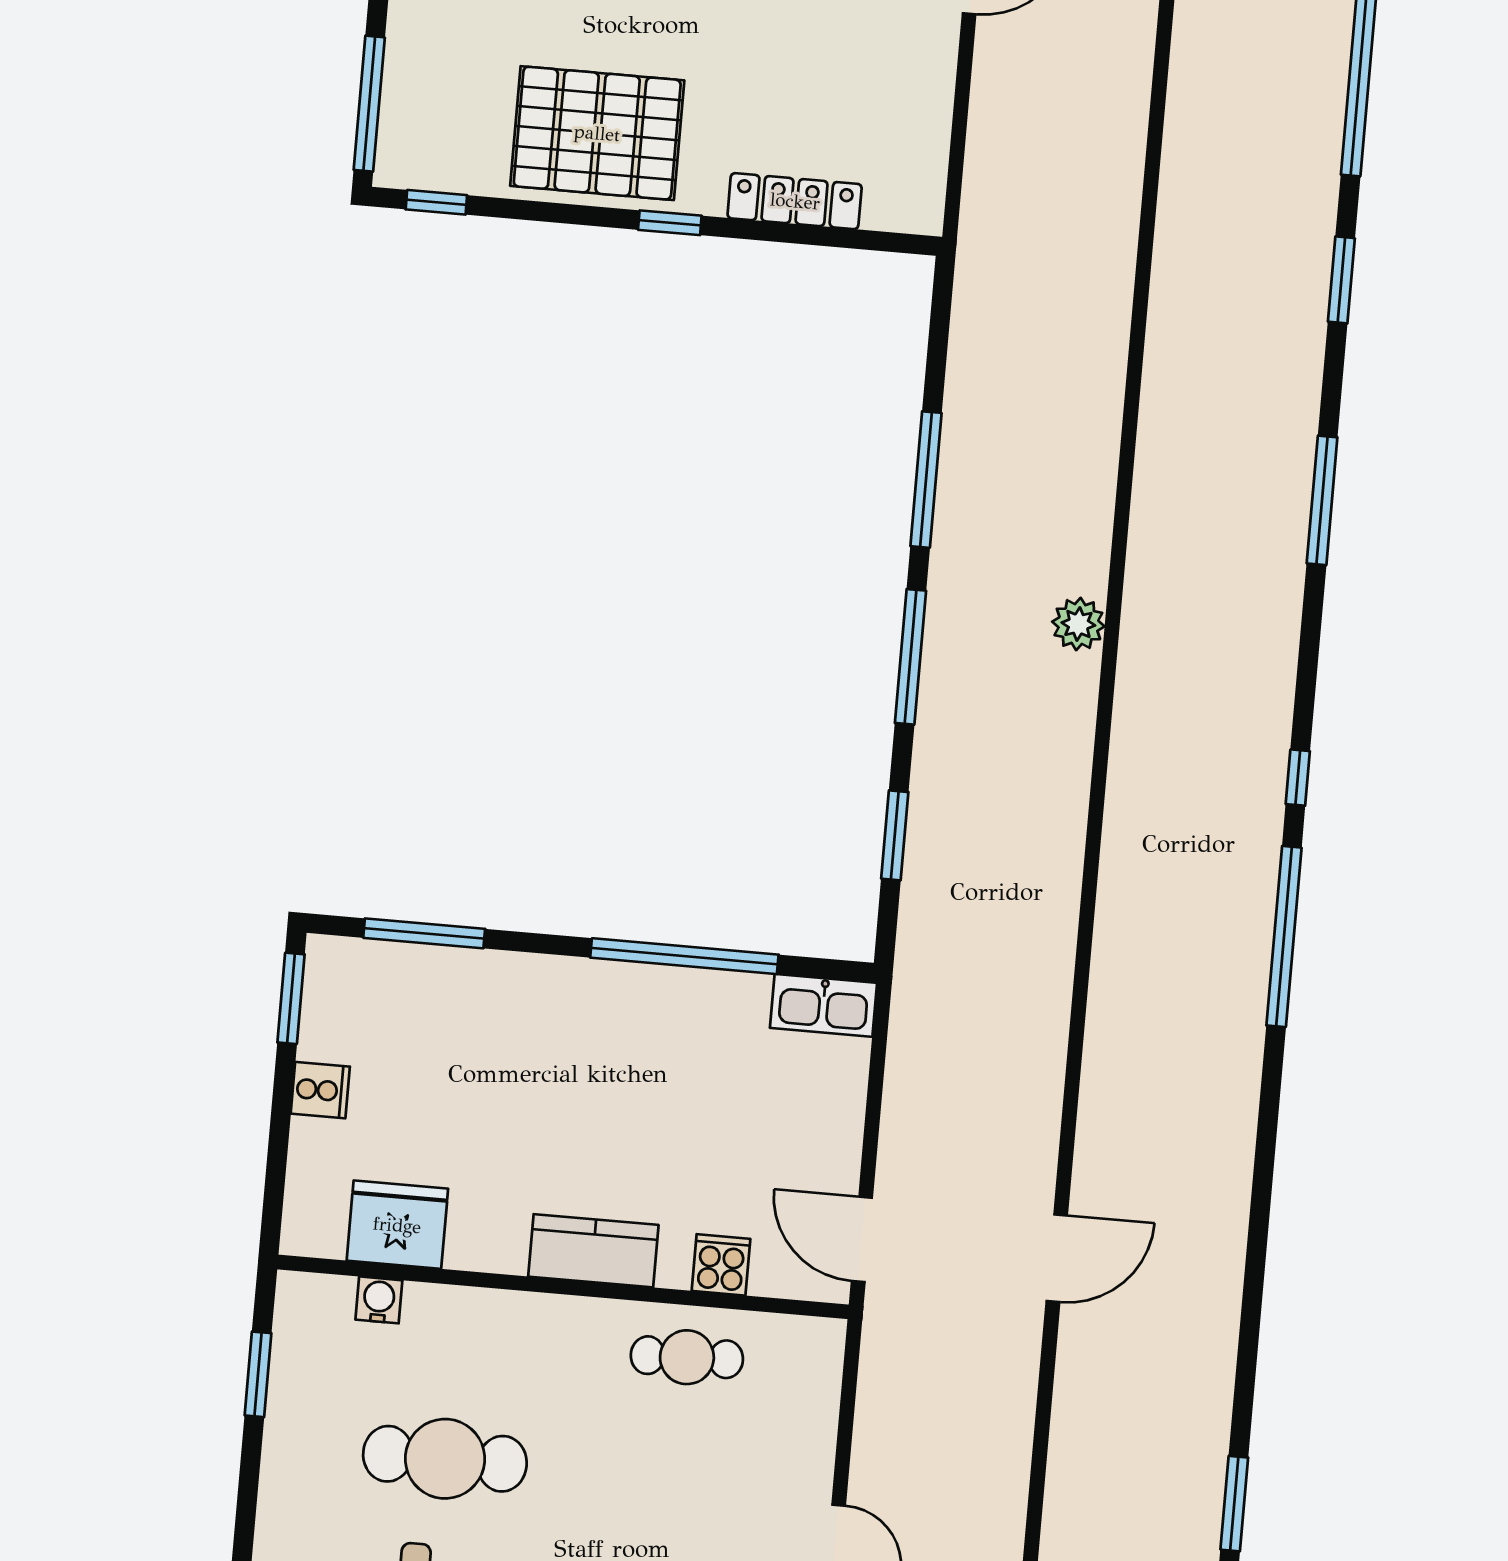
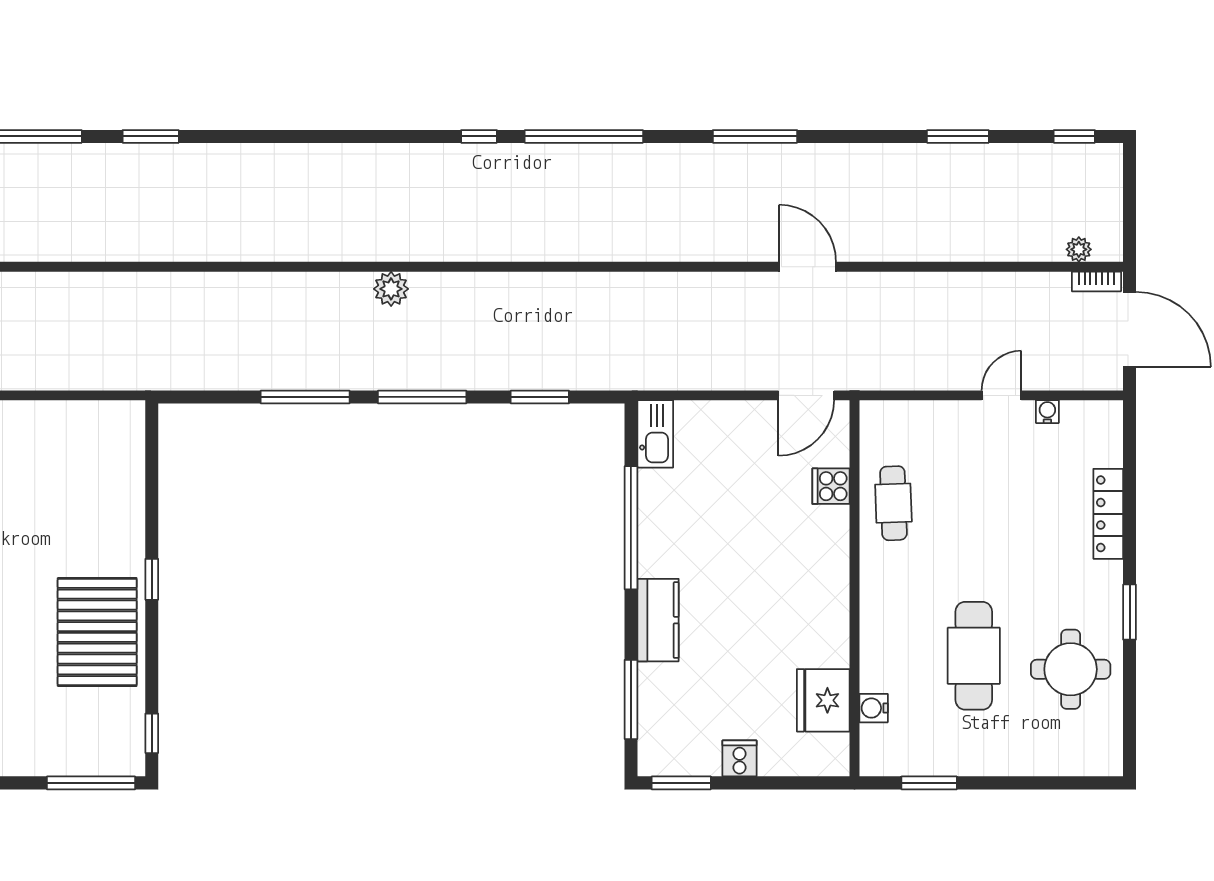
locker: (795, 201) -> (130, 499), removed
window: (1322, 500) -> (755, 136), moved
kitchen counter: (593, 1251) -> (658, 620), moved, turned 180

